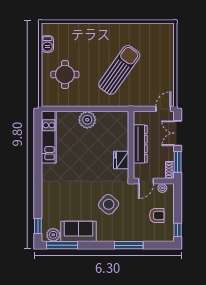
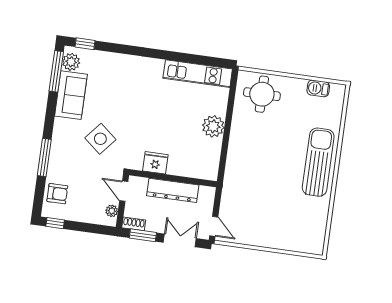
sun lounger: (119, 70) -> (318, 162), moved, turned -125
round table: (65, 75) -> (262, 94), moved
armchair: (157, 215) -> (57, 194), moved, turned -90

